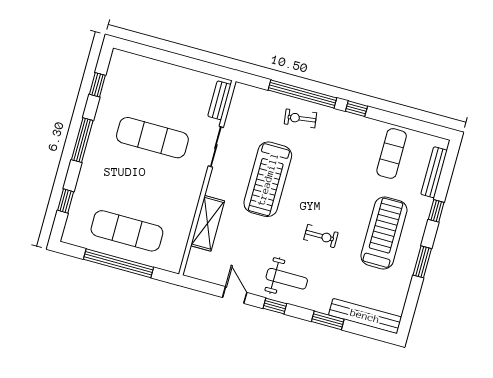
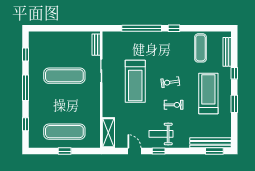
exercise bike: (300, 118) -> (170, 82), moved
shelving: (208, 223) -> (108, 133), moved
window: (118, 263) -> (65, 151), width x0.32
weight bench: (287, 279) -> (161, 134), turned 180
window: (328, 320) -> (214, 151), moved

